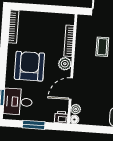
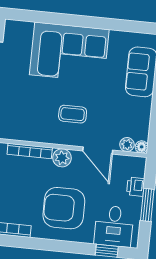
coffee table: (102, 47) -> (73, 114), moved
printer: (61, 117) -> (136, 187), moved

